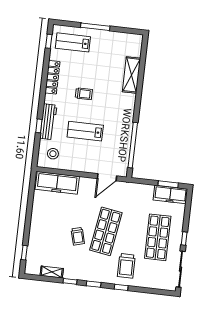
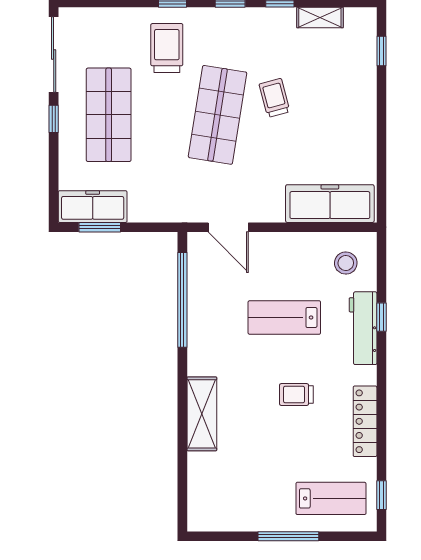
shelving: (131, 75) -> (202, 414), moved
lab bench: (85, 131) -> (284, 317), turned 180
door: (107, 177) -> (228, 227), swing flipped

